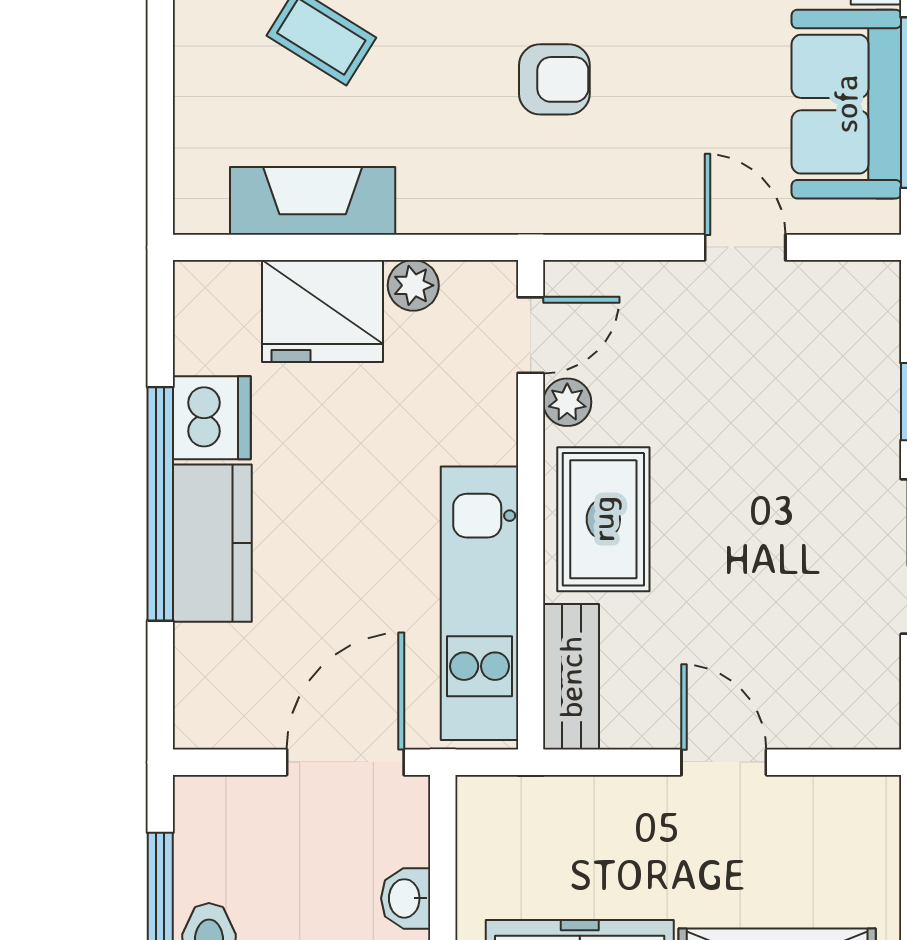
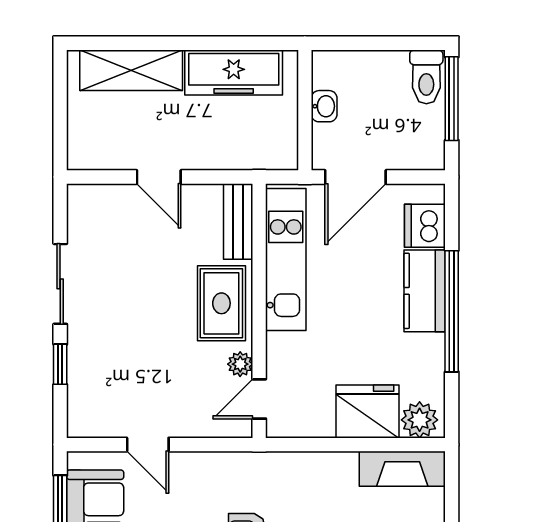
fireplace: (313, 201) -> (402, 469), moved
plant: (413, 285) -> (420, 420), moved, width x1.38, depth x1.38
dishwasher: (212, 418) -> (425, 226), moved

